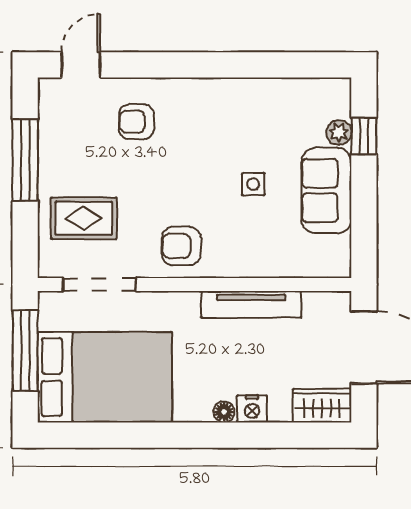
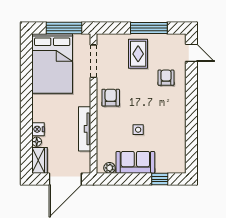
plant: (339, 133) -> (109, 168), moved
rug: (84, 218) -> (138, 54), moved
floor lamp: (224, 412) -> (37, 142), moved

